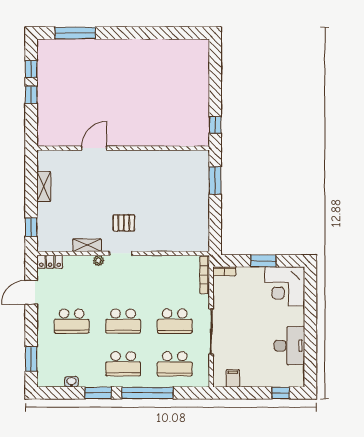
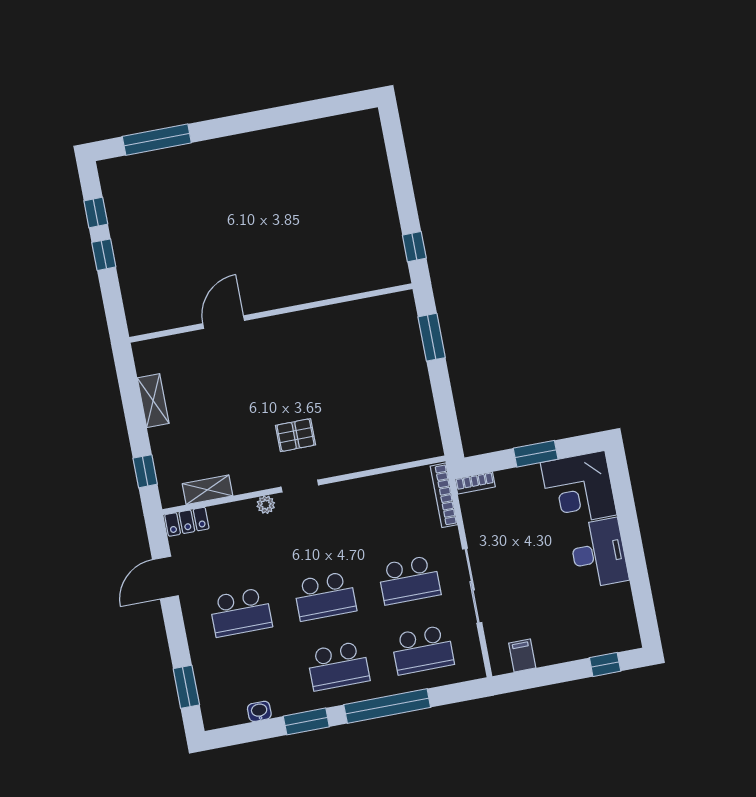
shelving: (87, 245) -> (208, 490), moved
desk: (289, 346) -> (599, 553), moved

